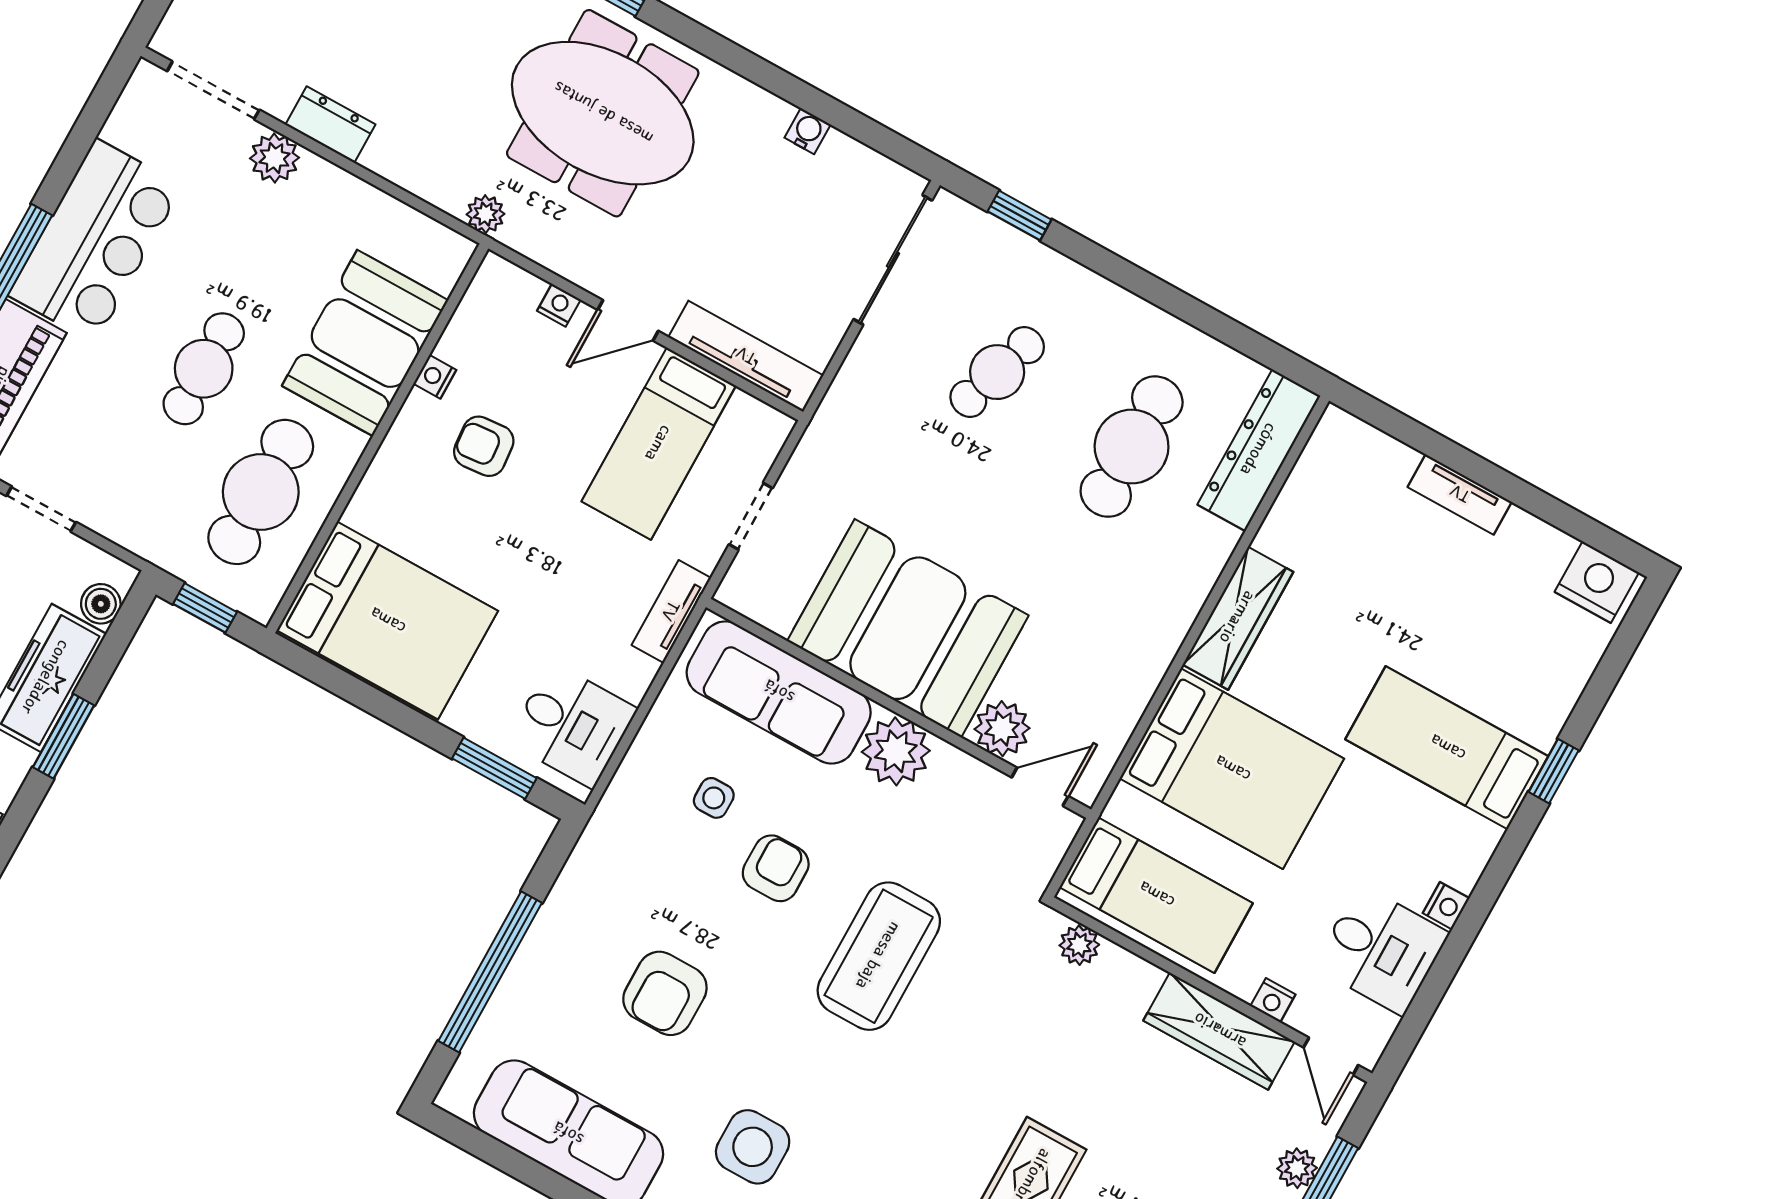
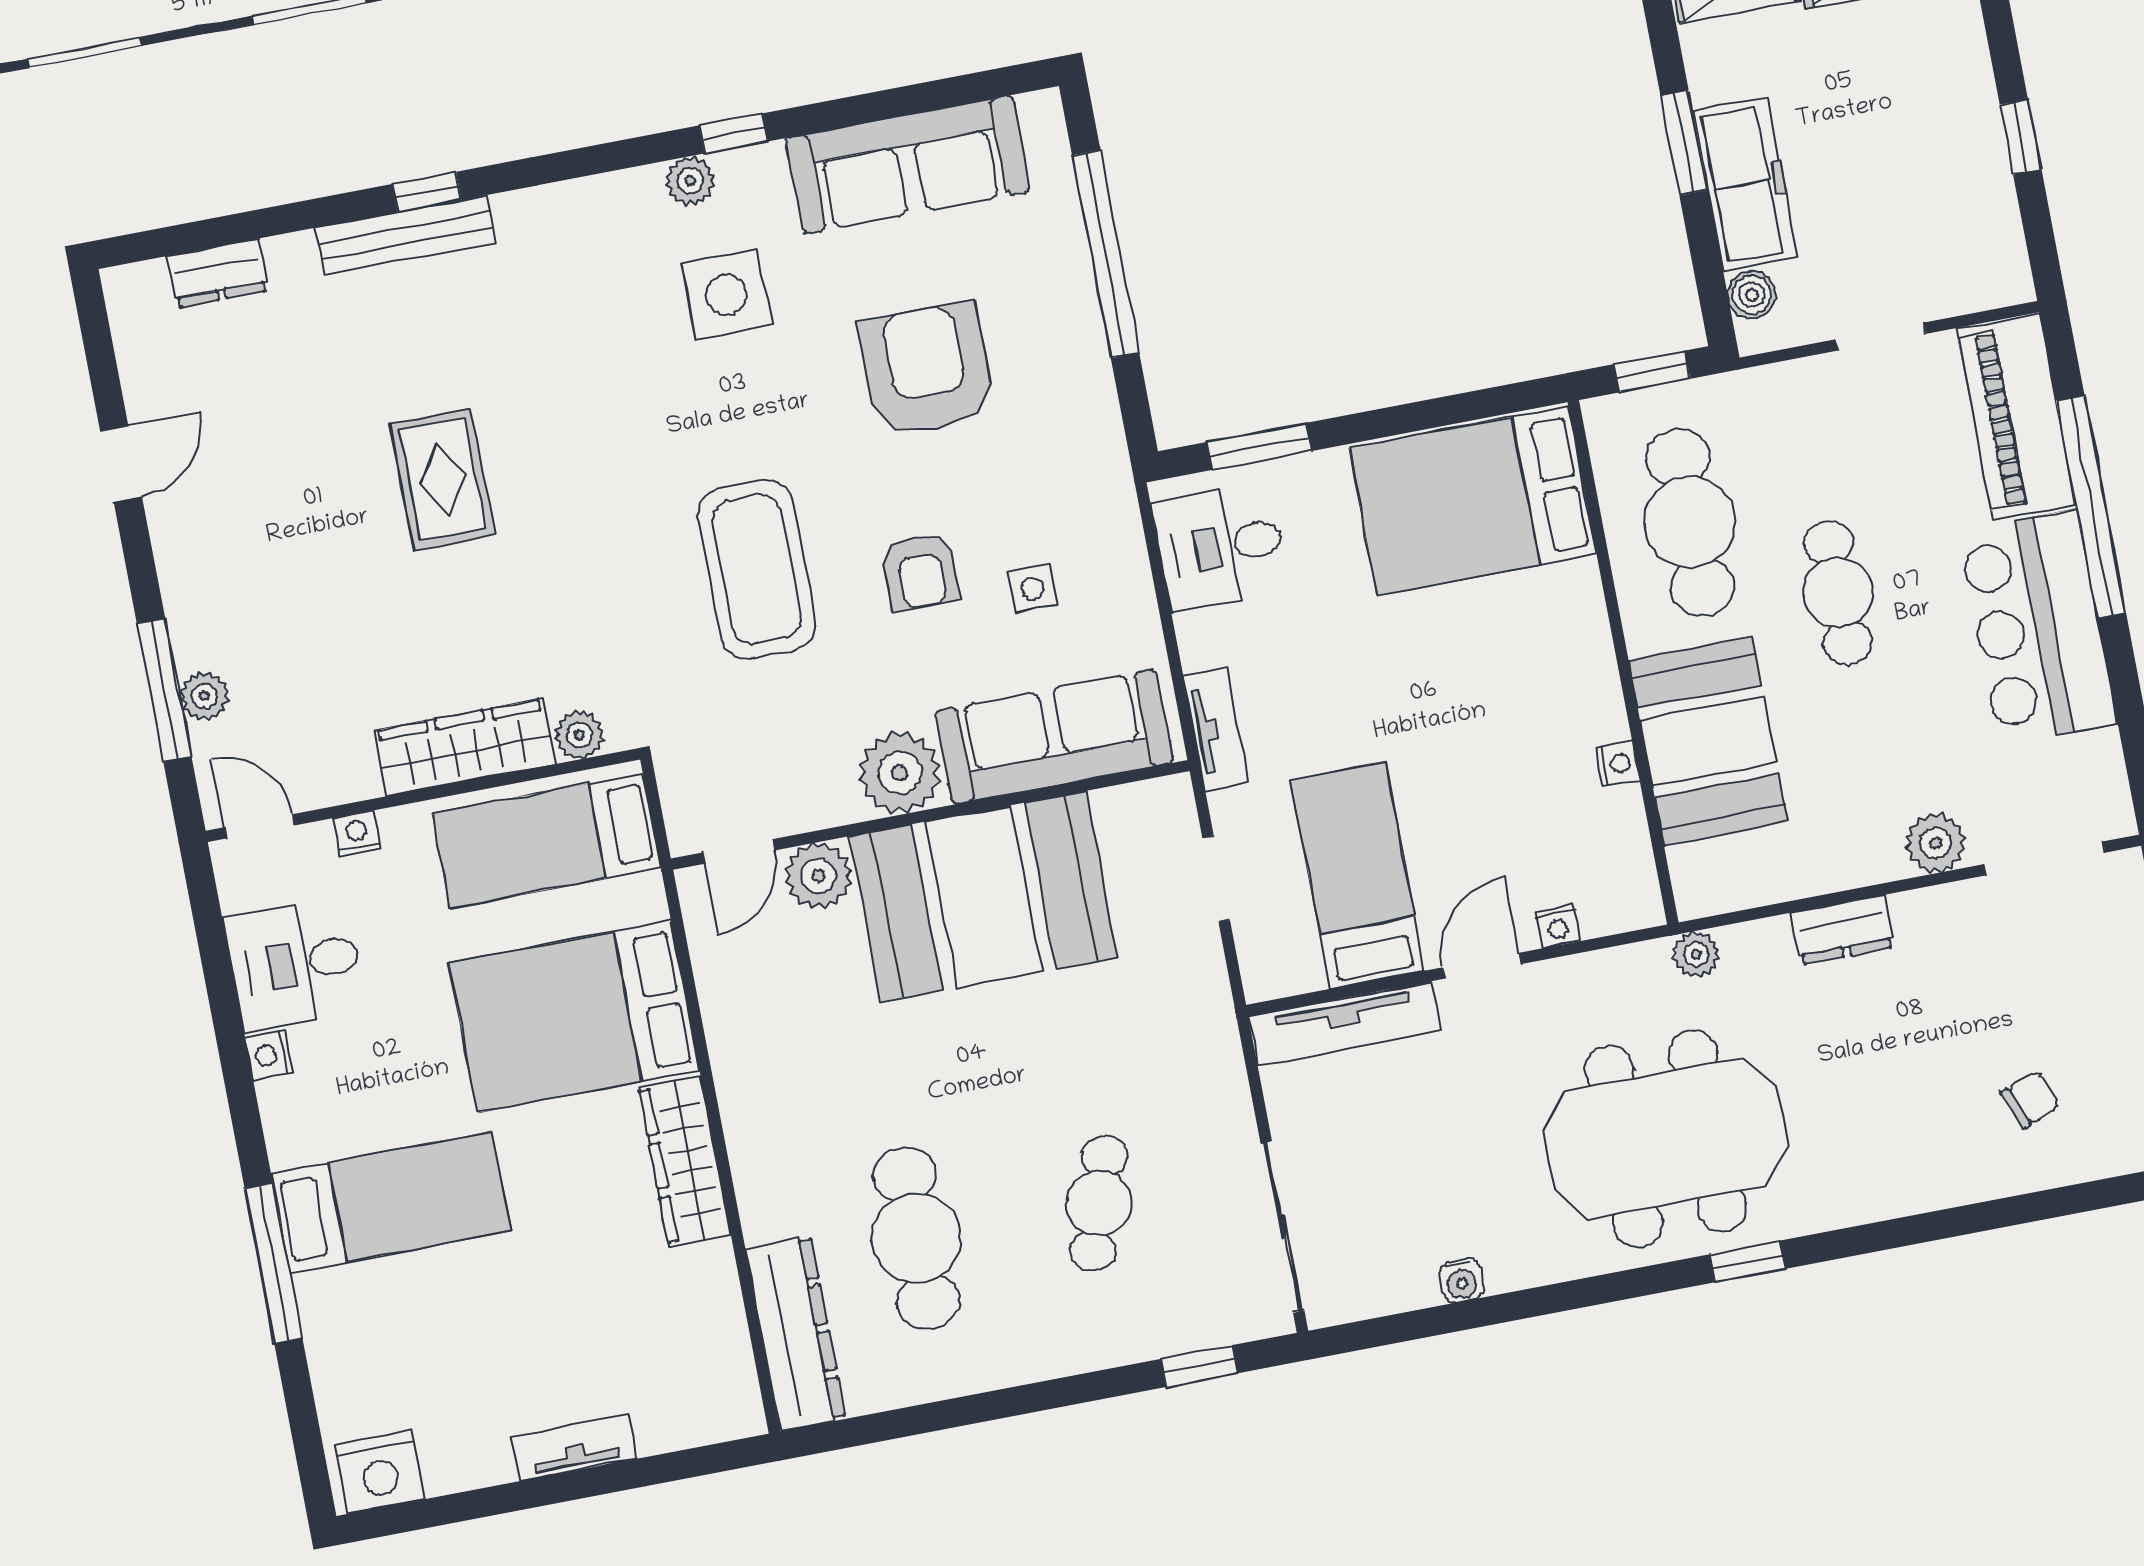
dresser: (330, 125) -> (1842, 930), moved
armchair: (484, 446) -> (1518, 737), removed
window: (1554, 771) -> (274, 1263), width x2.17
armchair: (665, 993) -> (927, 369), width x1.36, depth x1.36
wardrobe: (1219, 1031) -> (465, 747), moved

